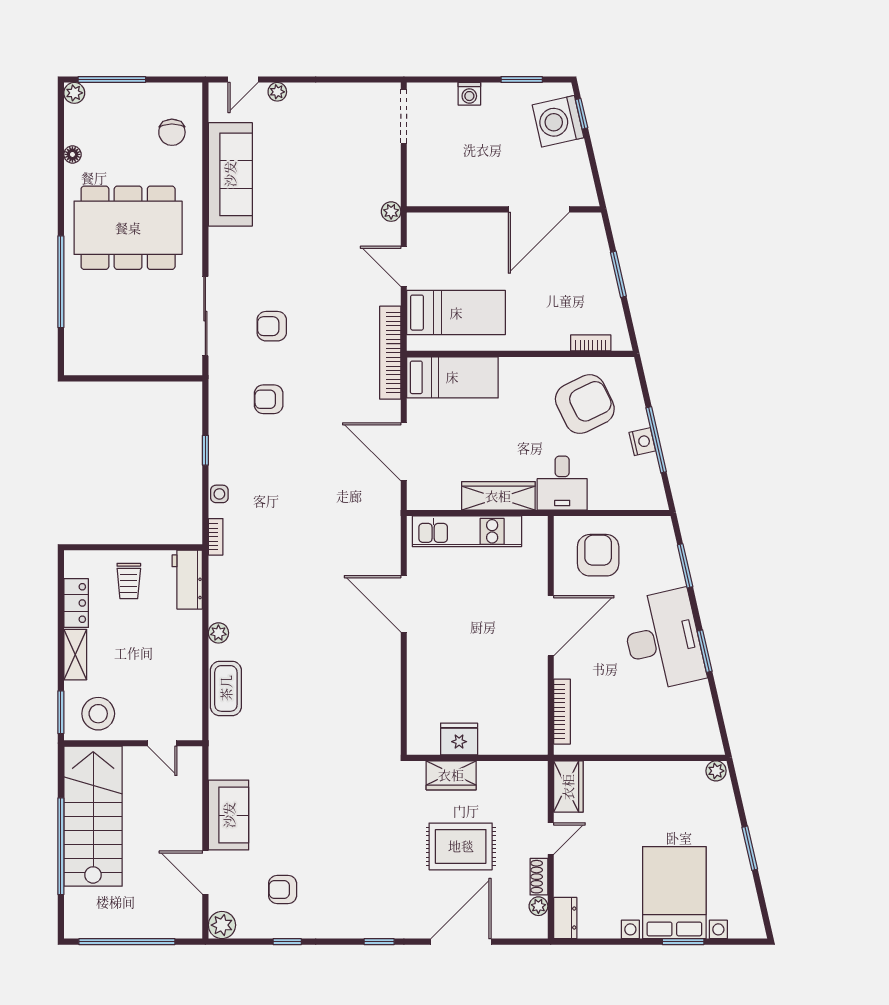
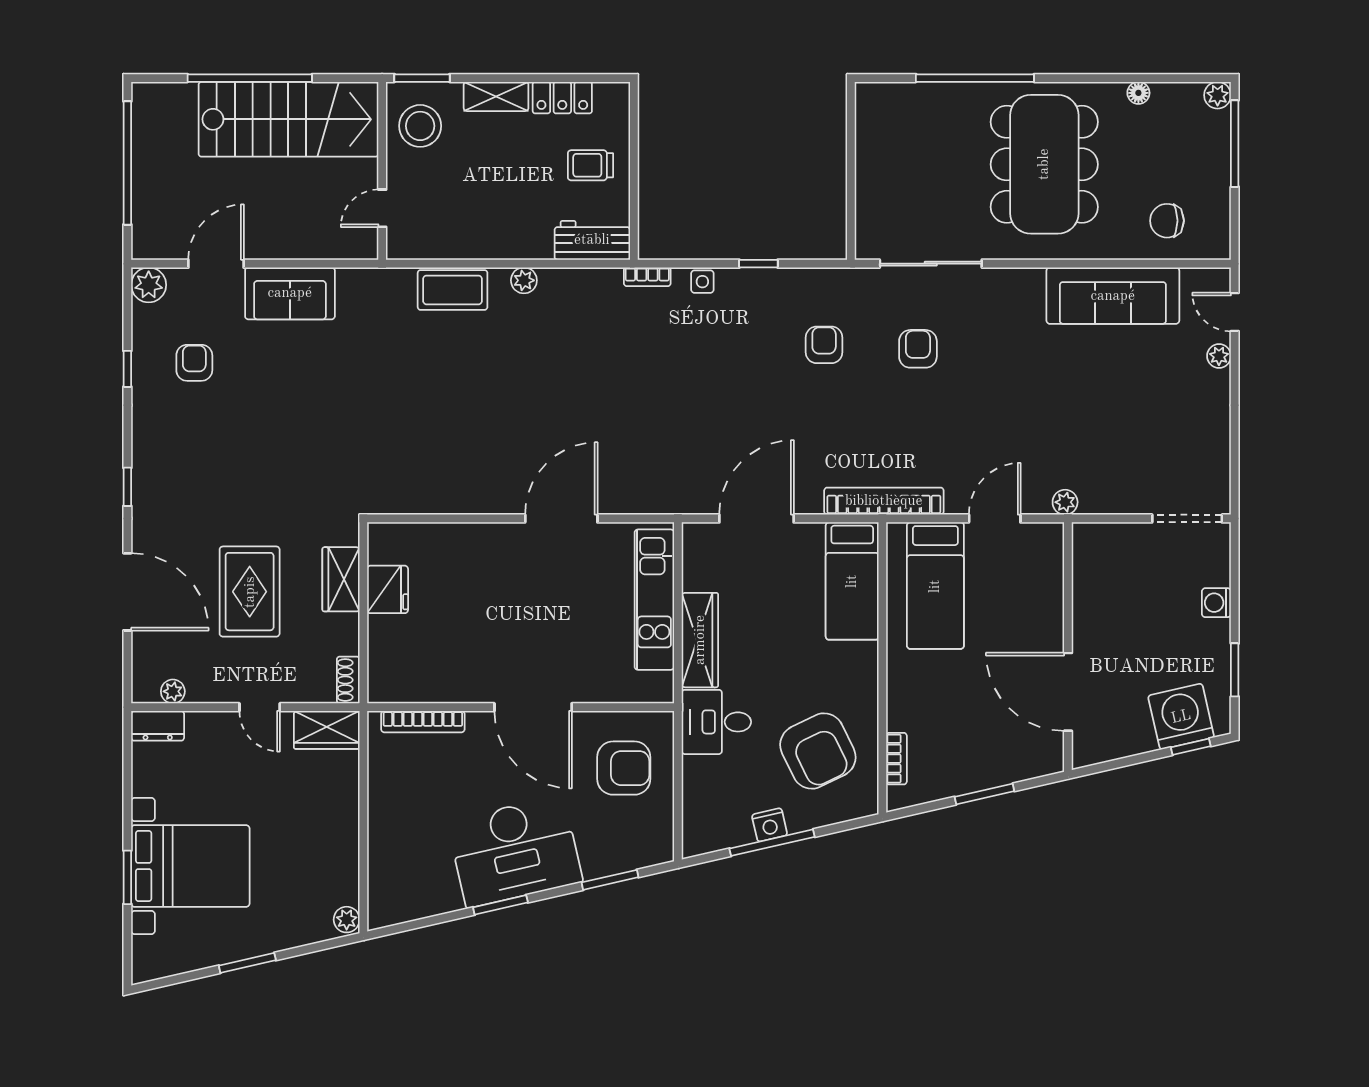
shoe rack: (539, 877) -> (348, 680), moved, turned -90

